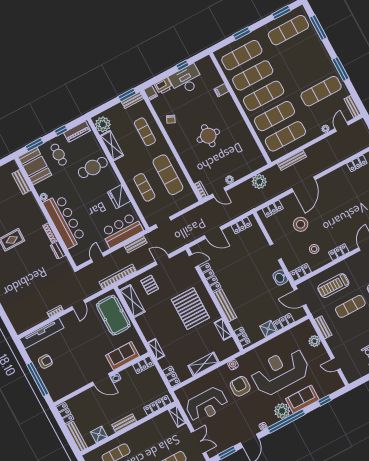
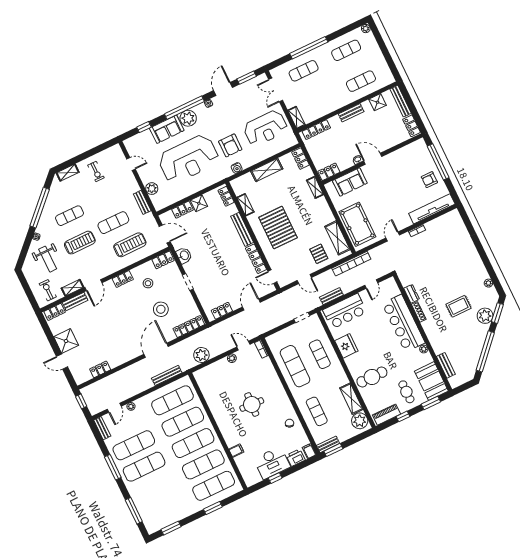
exercise mat: (288, 30) -> (144, 467), moved
locker: (273, 209) -> (189, 327), width x1.53
door: (213, 233) -> (251, 305), hinge flipped
reception desk: (207, 405) -> (265, 128), turned 180

